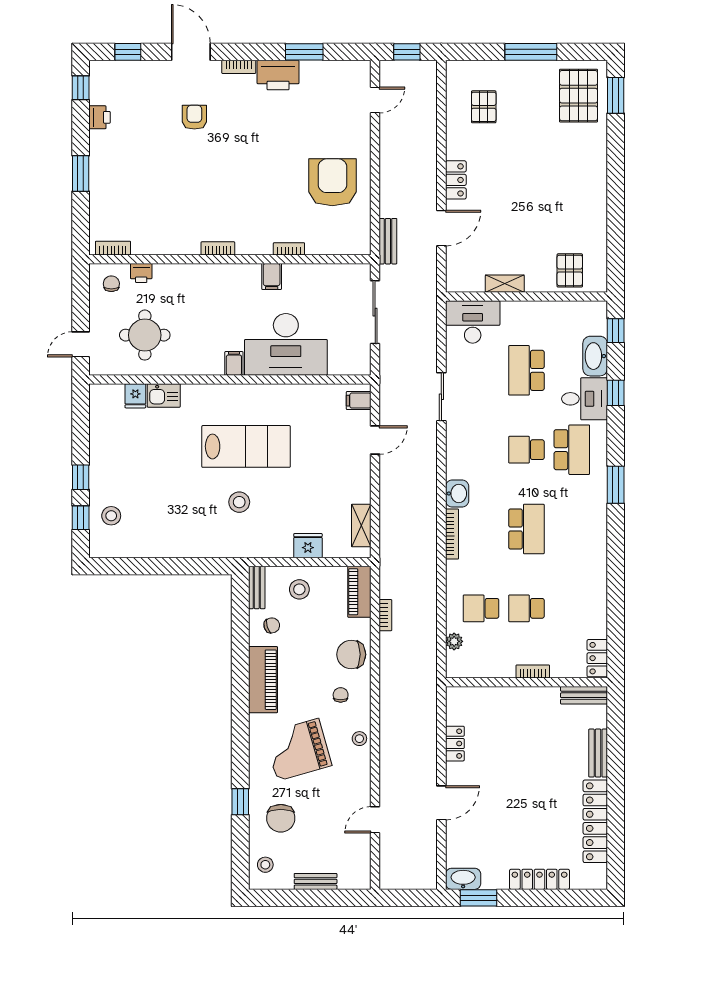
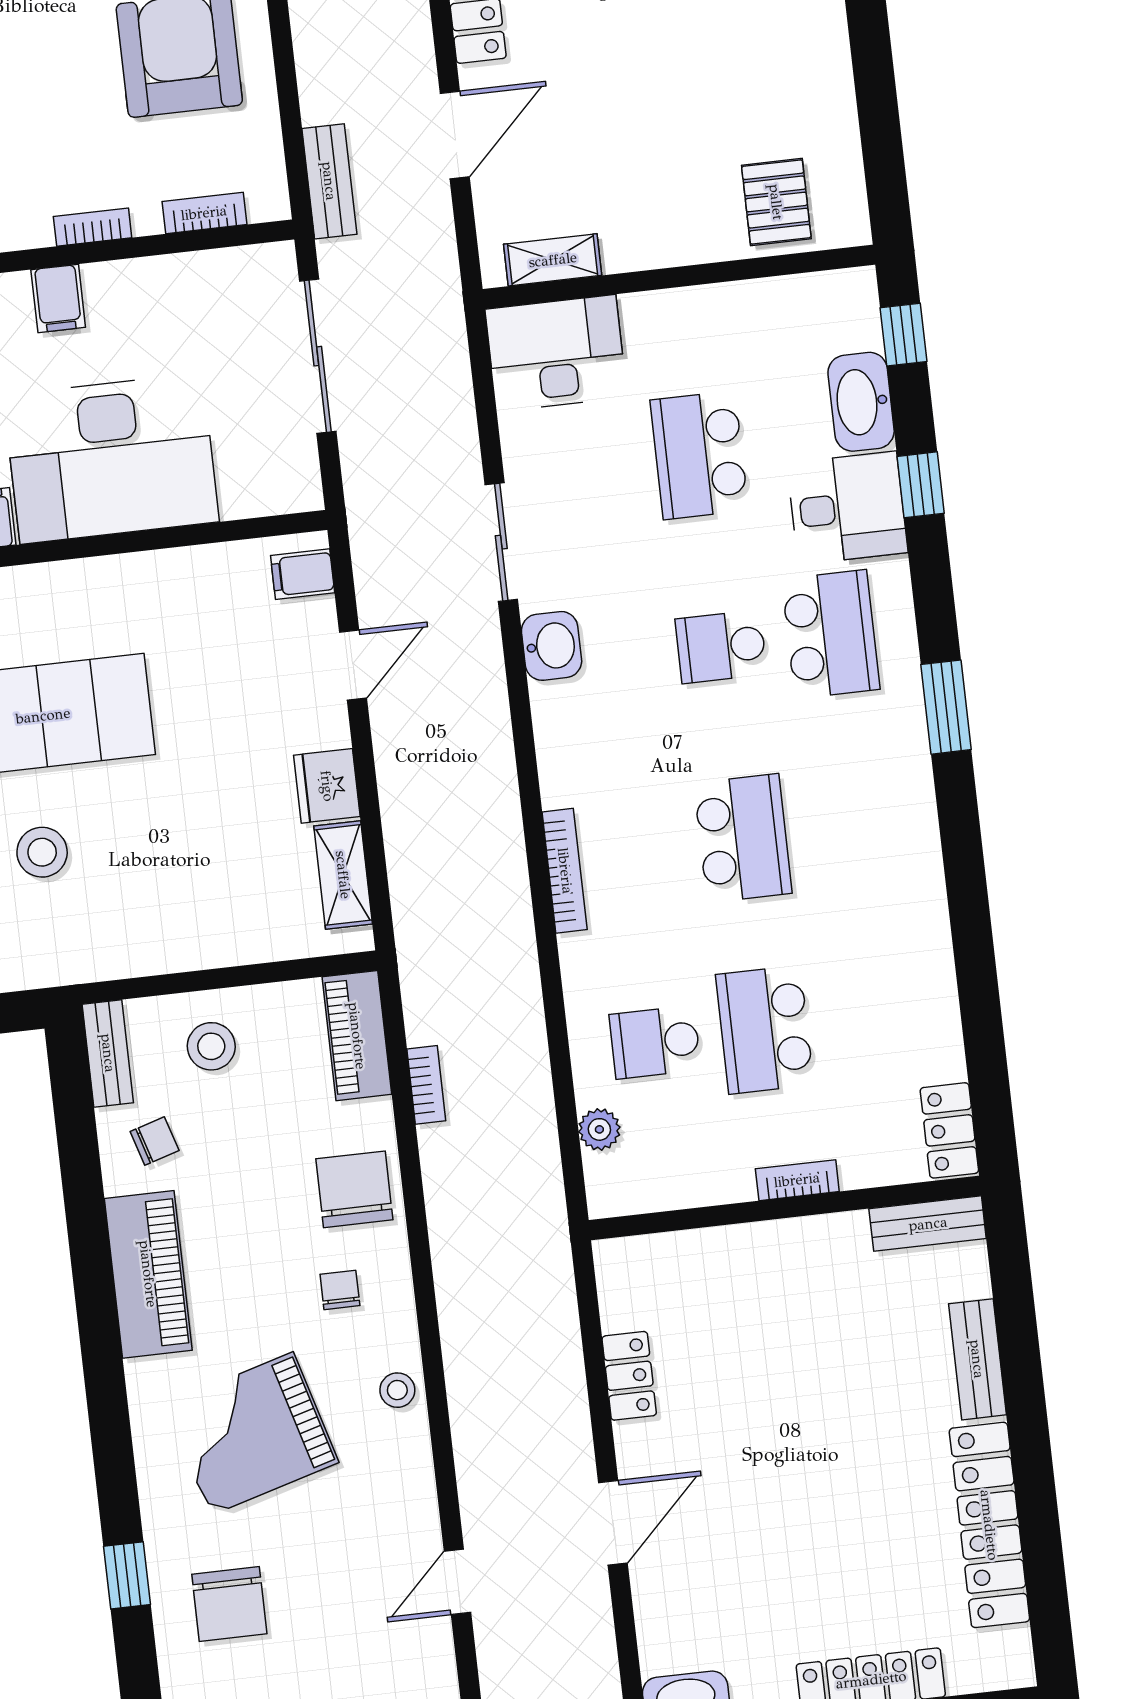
bookcase: (335, 248) -> (204, 213), added
shelving: (505, 284) -> (553, 260), moved
washbasin: (457, 493) -> (552, 646), moved
fridge: (308, 546) -> (327, 786), moved, turned -90
school desk: (526, 608) -> (765, 1030), width x1.85
chair: (351, 654) -> (354, 1189), turned 90

